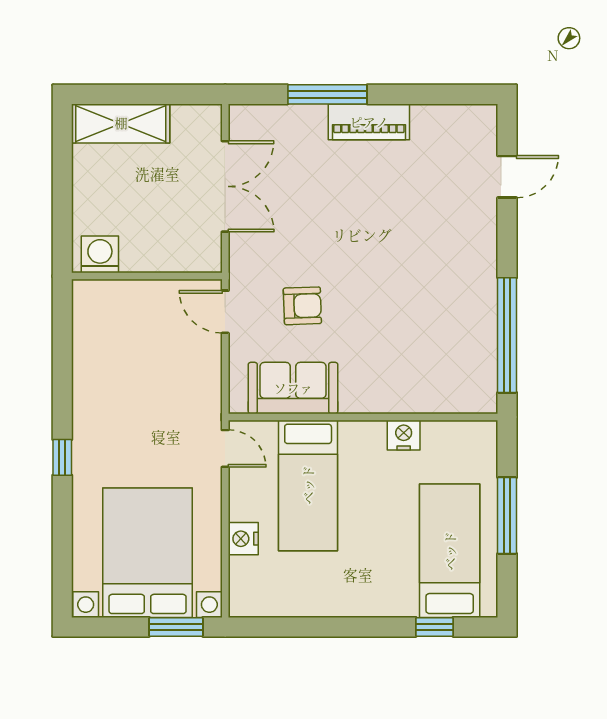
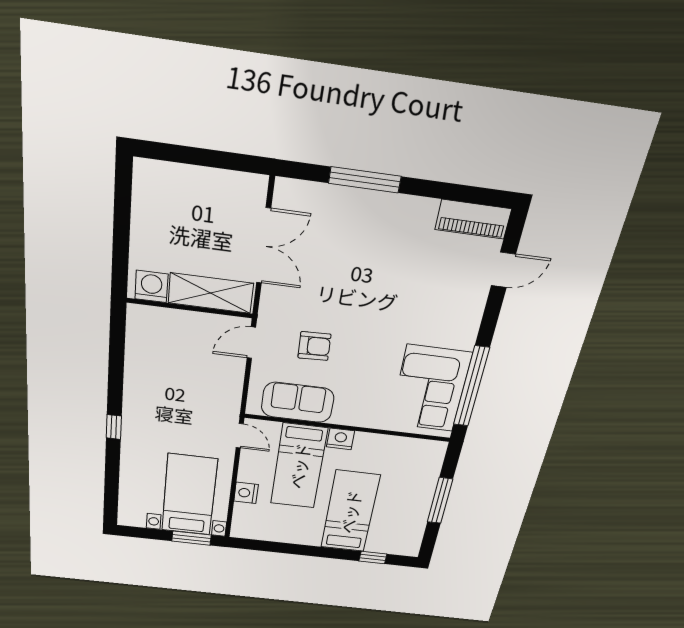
piano: (369, 122) -> (473, 219), moved
shelving: (121, 123) -> (211, 293), moved
door: (225, 312) -> (251, 343), hinge flipped
corner sofa: (456, 345) -> (430, 389), added
nightstand: (404, 435) -> (341, 439), moved
bed: (450, 551) -> (350, 512), moved
bed with nightstands: (148, 553) -> (189, 495), width x0.73

